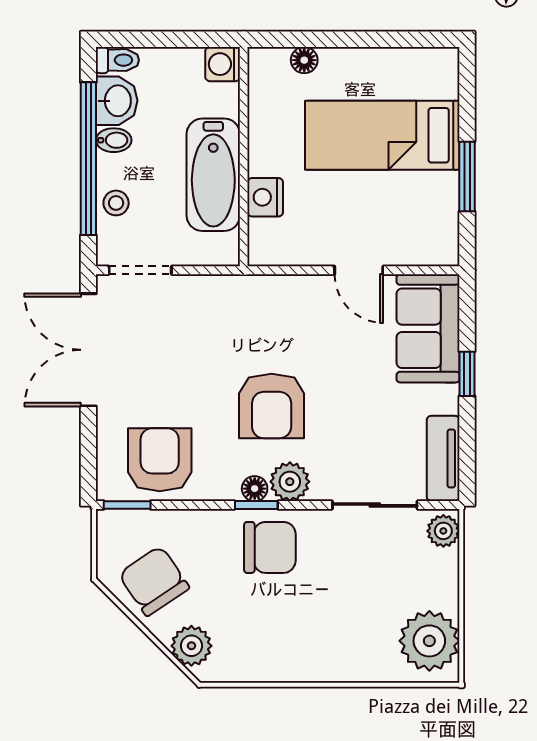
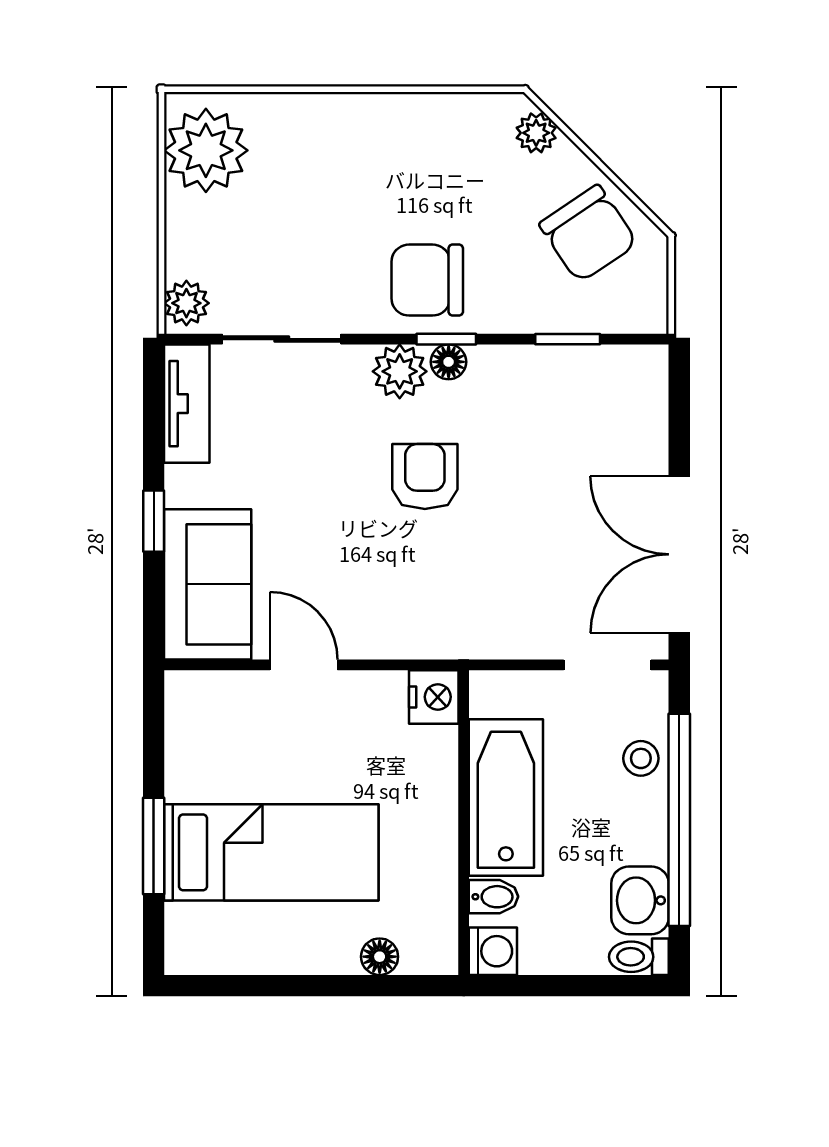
bidet: (114, 140) -> (494, 897), moved, turned 180
window: (467, 177) -> (154, 846), moved
nightstand: (265, 197) -> (434, 697), moved
double door: (88, 350) -> (679, 554), swing flipped
armchair: (272, 406) -> (425, 477), width x0.72, depth x0.72
armchair: (160, 460) -> (580, 402), removed
window: (127, 505) -> (568, 339), moved
plant: (191, 646) -> (536, 133), width x0.73, depth x0.73

